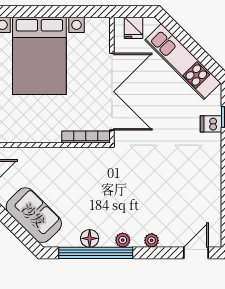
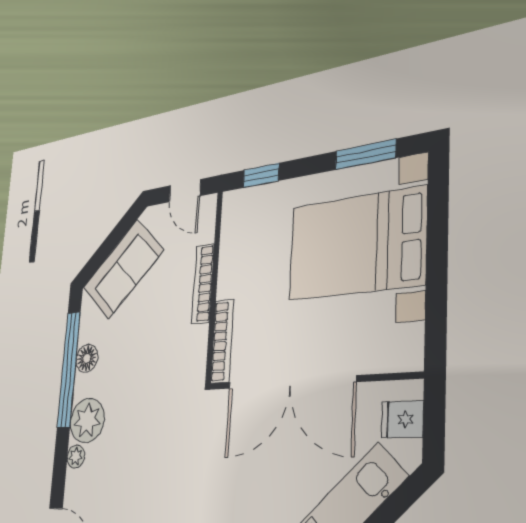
bookcase: (50, 153) -> (203, 284), added
plant: (123, 240) -> (87, 420), width x1.87, depth x1.87

